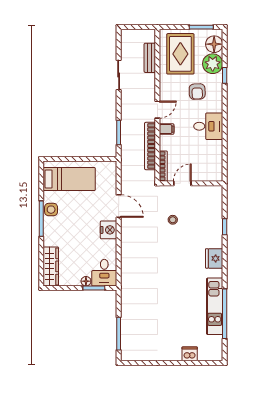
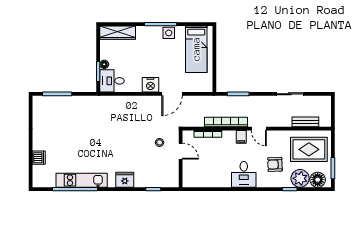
door: (182, 183) -> (181, 151), moved
wall: (191, 183) -> (181, 159), moved

